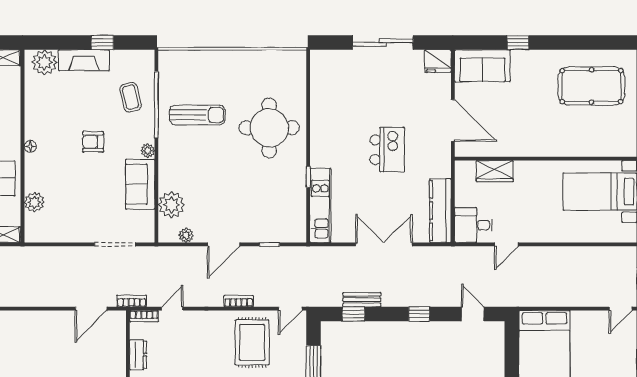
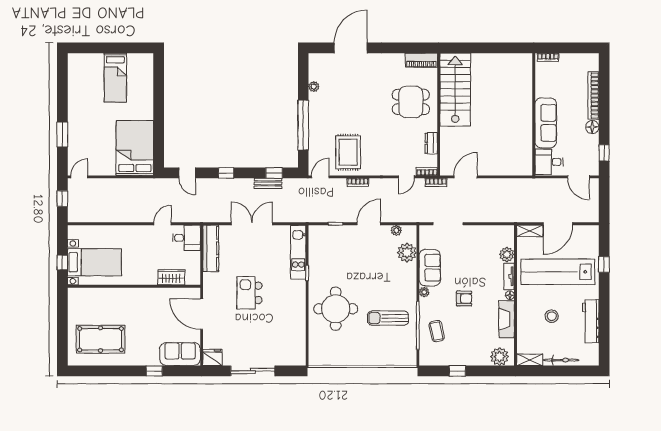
fireplace: (84, 60) -> (507, 319), moved, turned -90
tv unit: (31, 172) -> (509, 276), added
double door: (384, 244) -> (252, 224), swing flipped

